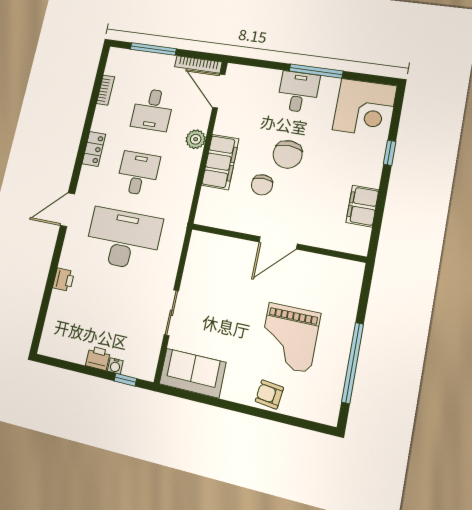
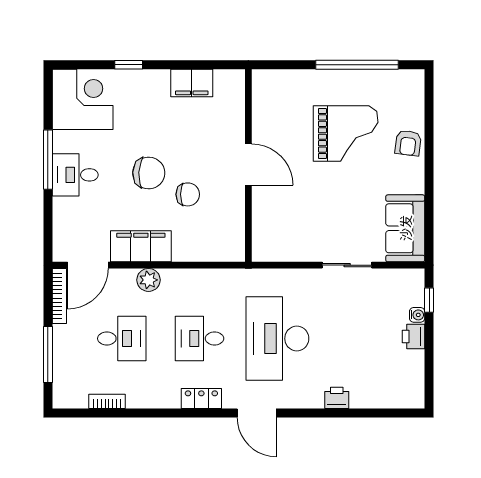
locker: (94, 149) -> (201, 398), moved
filing cabinet: (220, 162) -> (141, 246), moved

